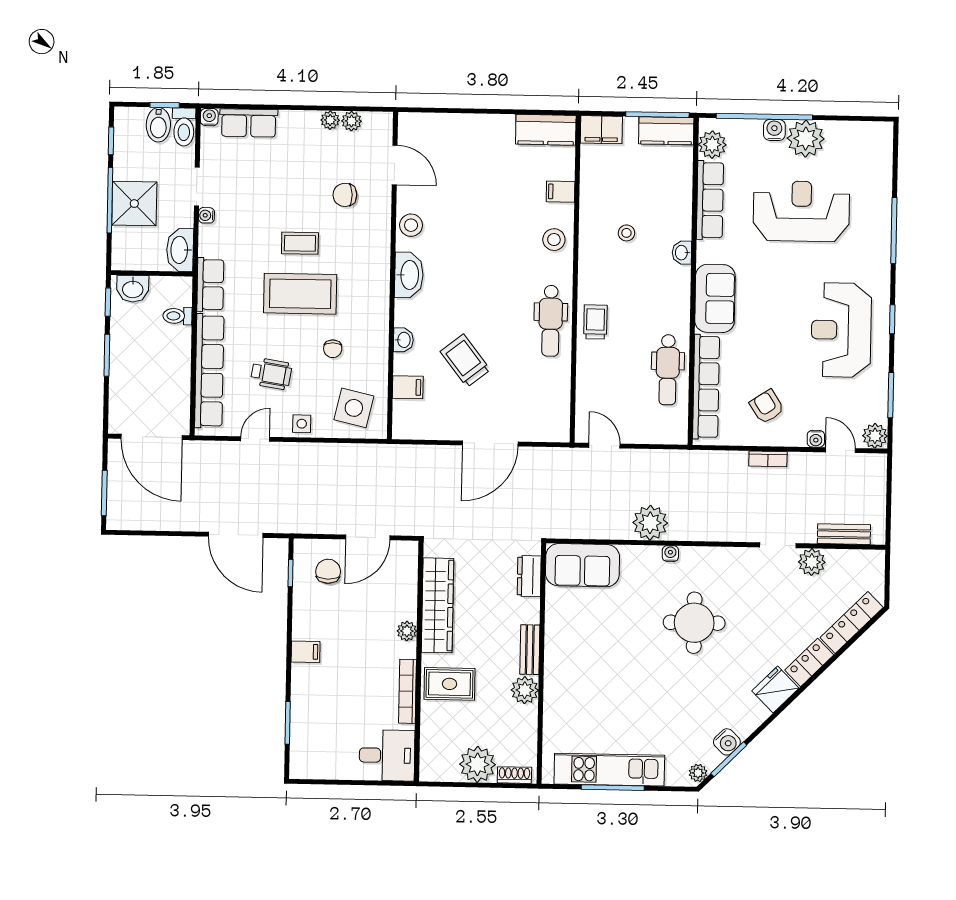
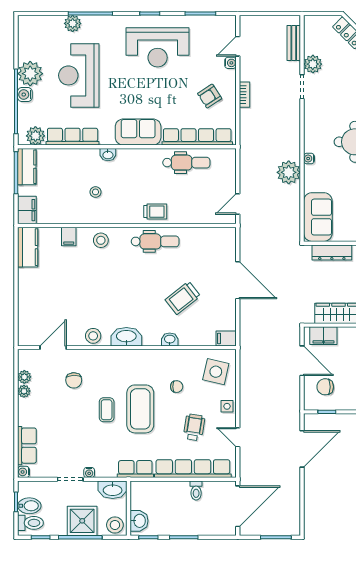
toilet: (184, 127) -> (30, 523), moved
stool: (127, 252) -> (115, 525), added
toilet: (177, 316) -> (196, 491), moved
trolley: (595, 322) -> (155, 212), turned 180
filing cabinet: (408, 387) -> (226, 338), moved, turned -90
plant: (875, 436) -> (73, 23), moved
filing cabinet: (405, 570) -> (323, 336), added
dresser: (529, 576) -> (332, 253), width x1.44

